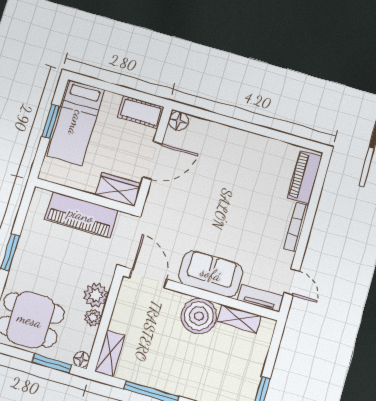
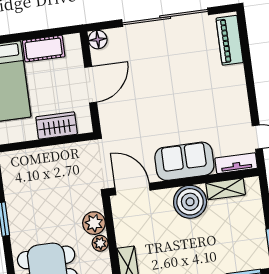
cot: (141, 112) -> (44, 49), moved
sliding door: (252, 128) -> (165, 17), added
wardrobe: (118, 189) -> (57, 126), moved
piano: (81, 215) -> (50, 160), removed
bookcase: (296, 227) -> (241, 88), removed

